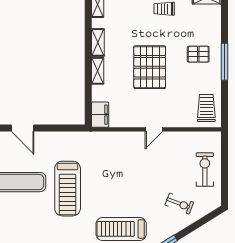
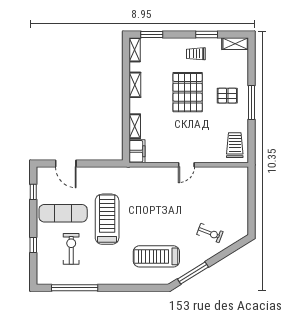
pallet: (150, 67) -> (188, 92), moved
shelving: (98, 71) -> (135, 126), moved
exercise bike: (205, 170) -> (71, 249), moved
treadmill: (68, 189) -> (107, 219), turned 180

